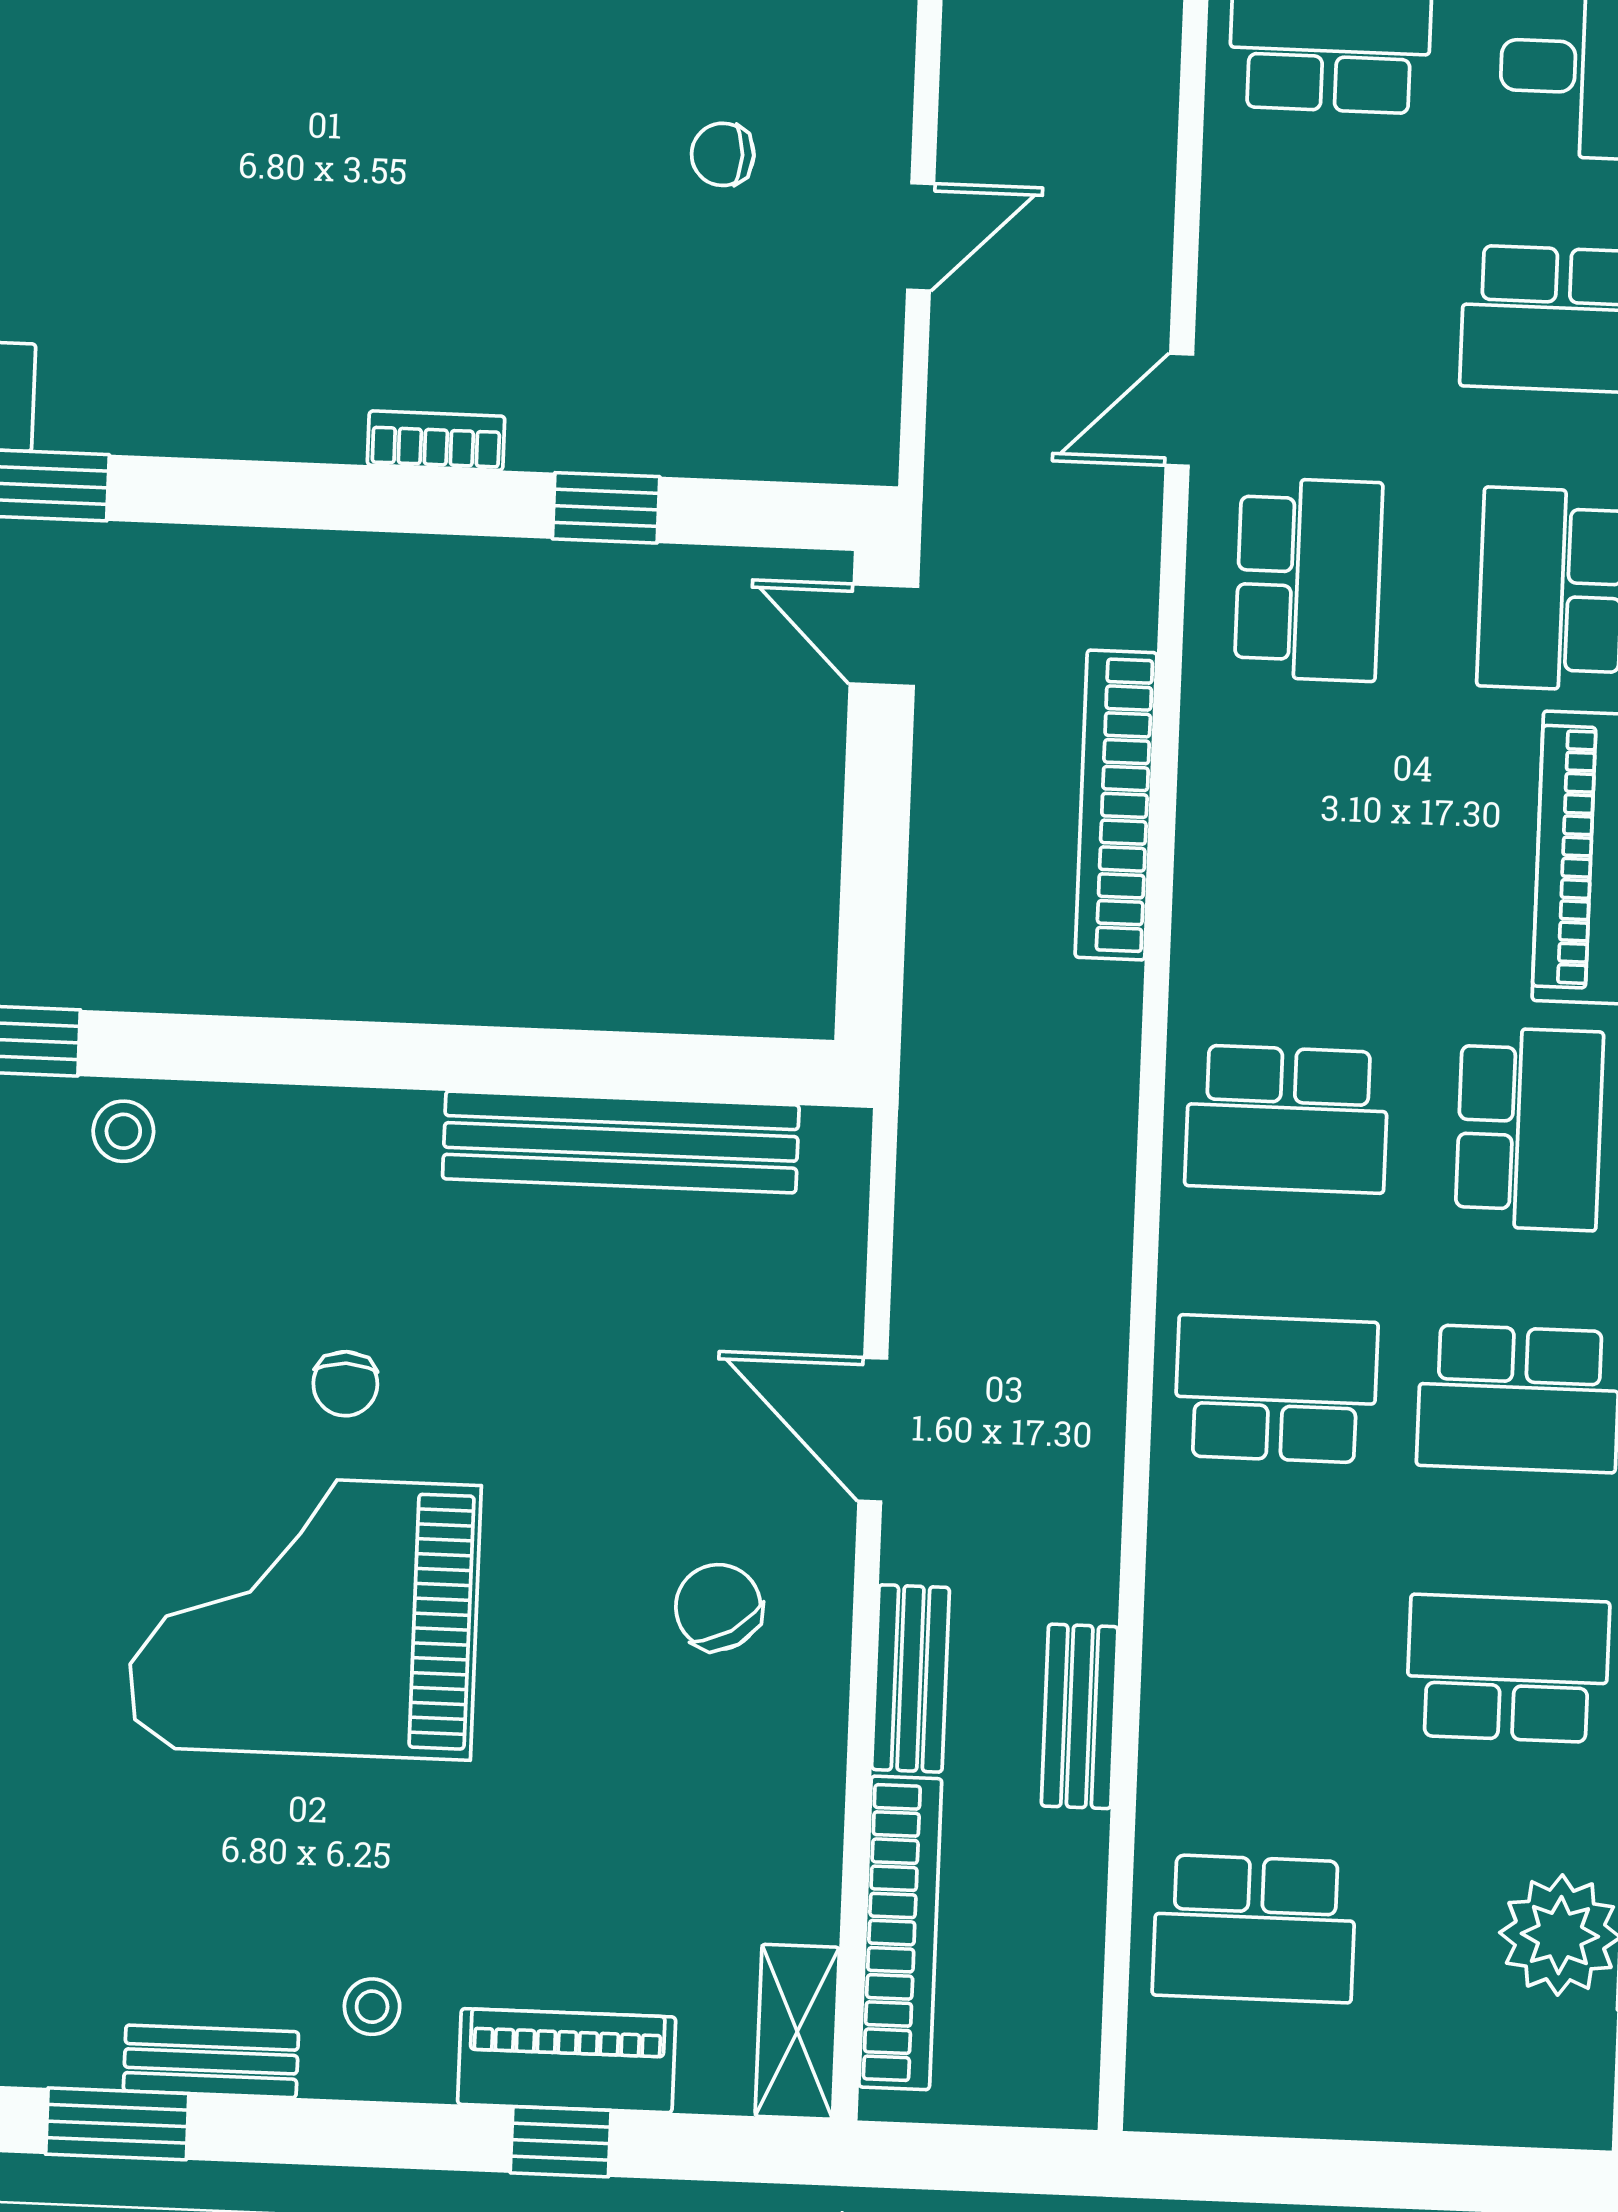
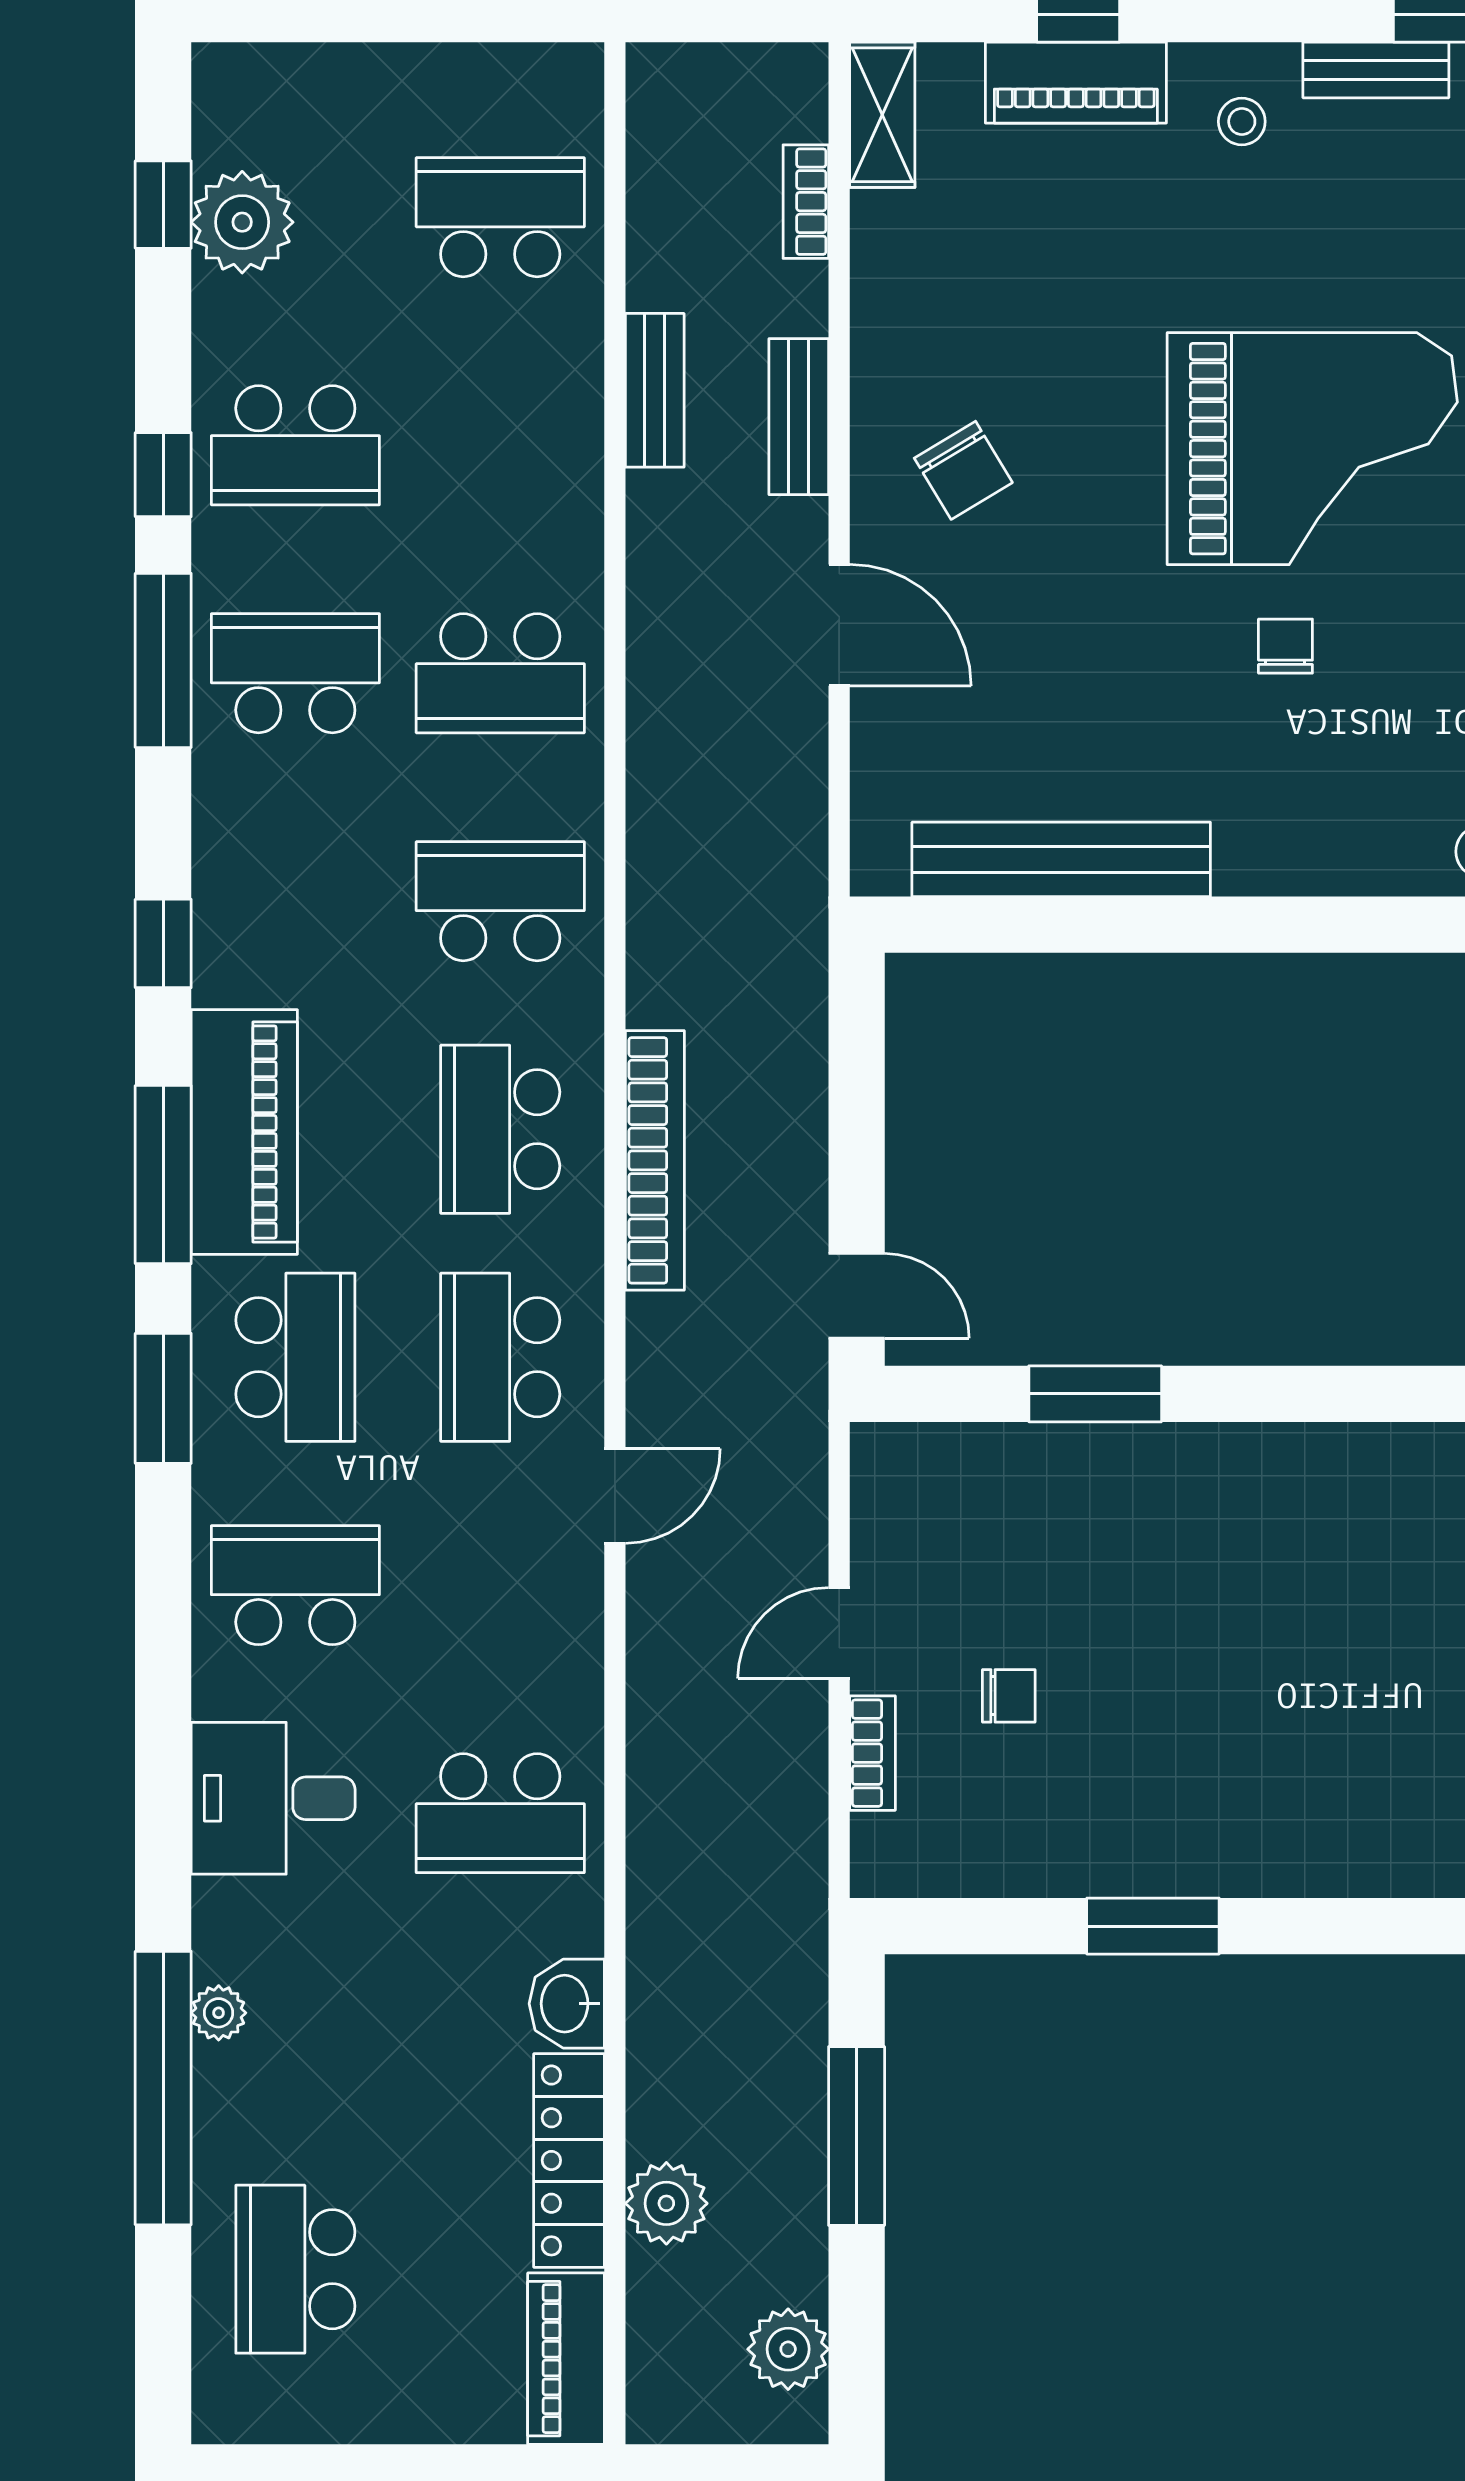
bookcase: (436, 441) -> (872, 1753), moved, turned -90
window: (606, 508) -> (1095, 1394), width x1.50
school desk: (1529, 1129) -> (500, 1129), moved
bookcase: (900, 1933) -> (806, 202), width x0.43, depth x0.76

